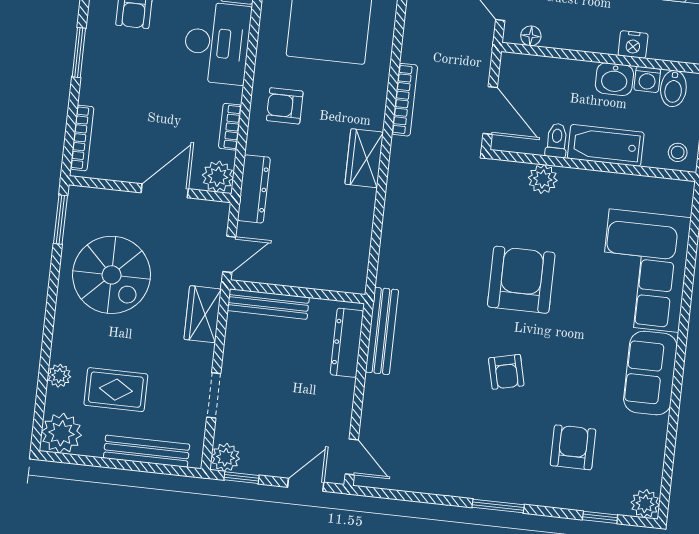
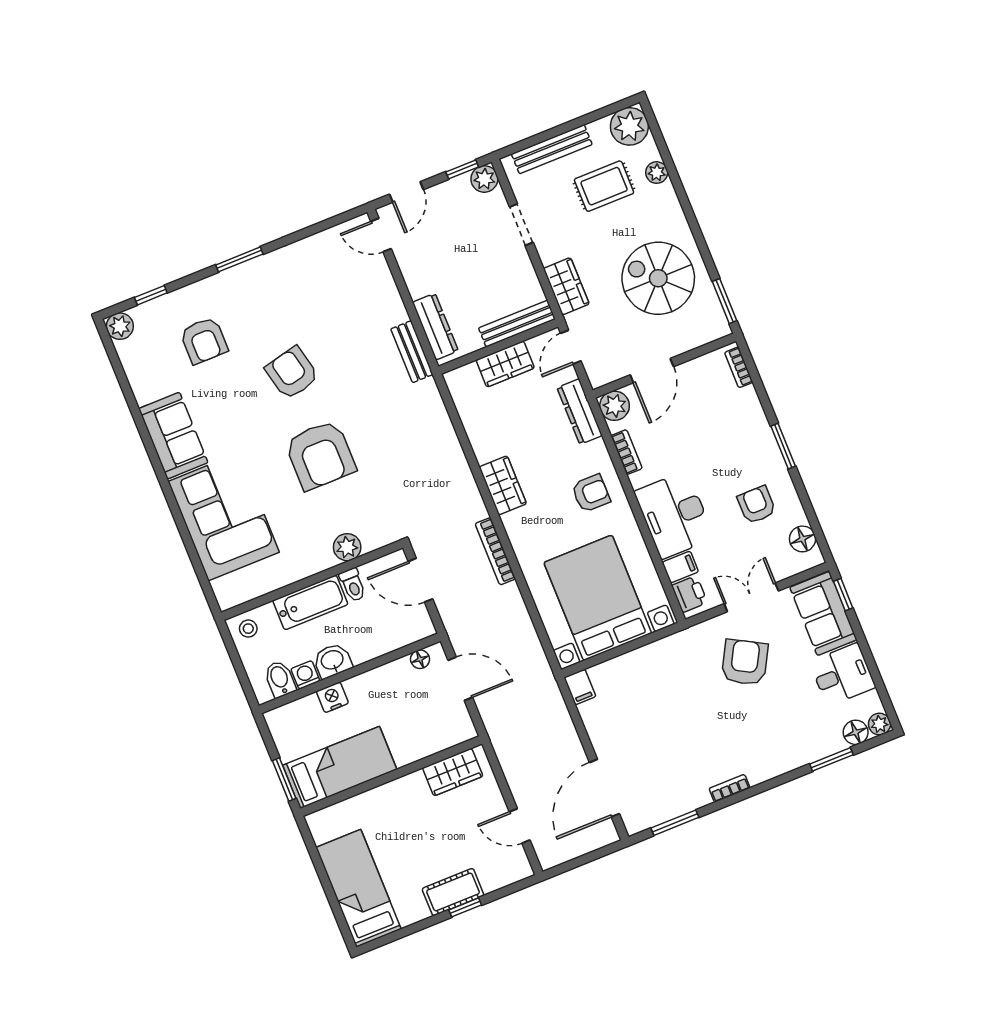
bookcase: (82, 138) -> (739, 367), width x0.64
wardrobe: (300, 272) -> (505, 364), added
bench: (382, 331) -> (412, 352), width x0.73
armchair: (506, 372) -> (292, 373), width x1.38, depth x1.38

